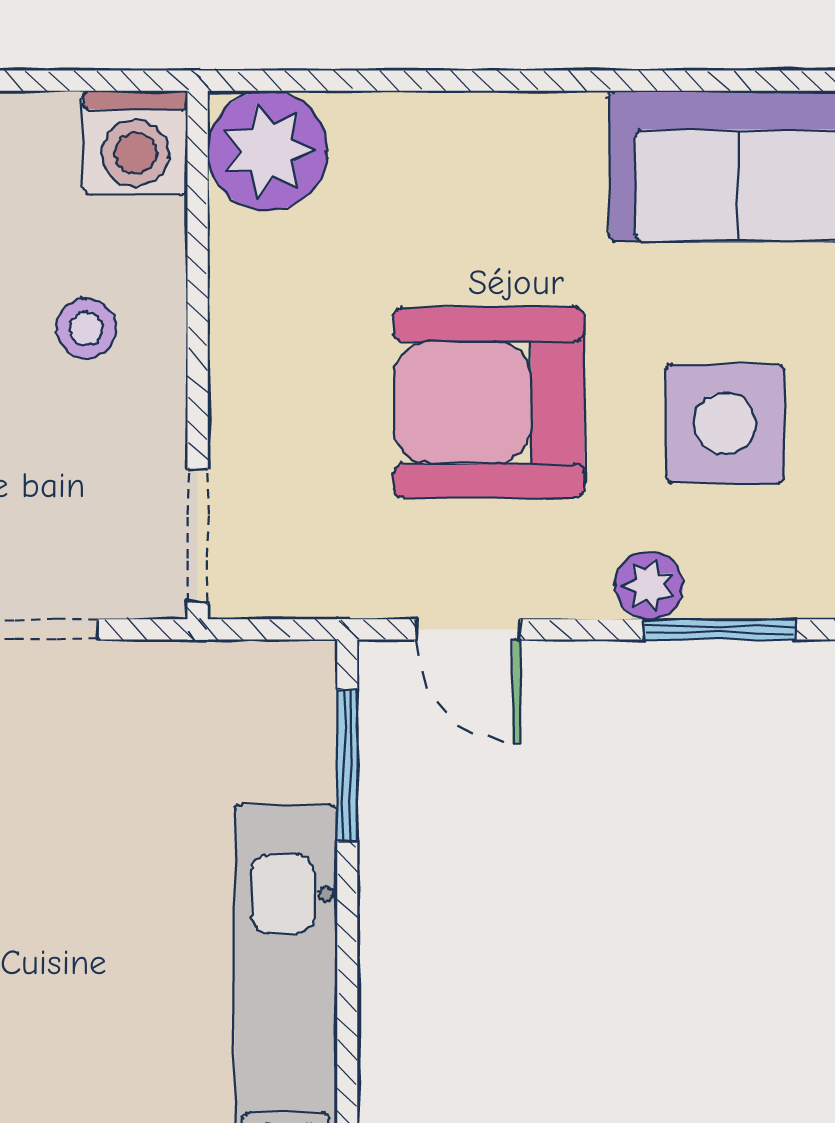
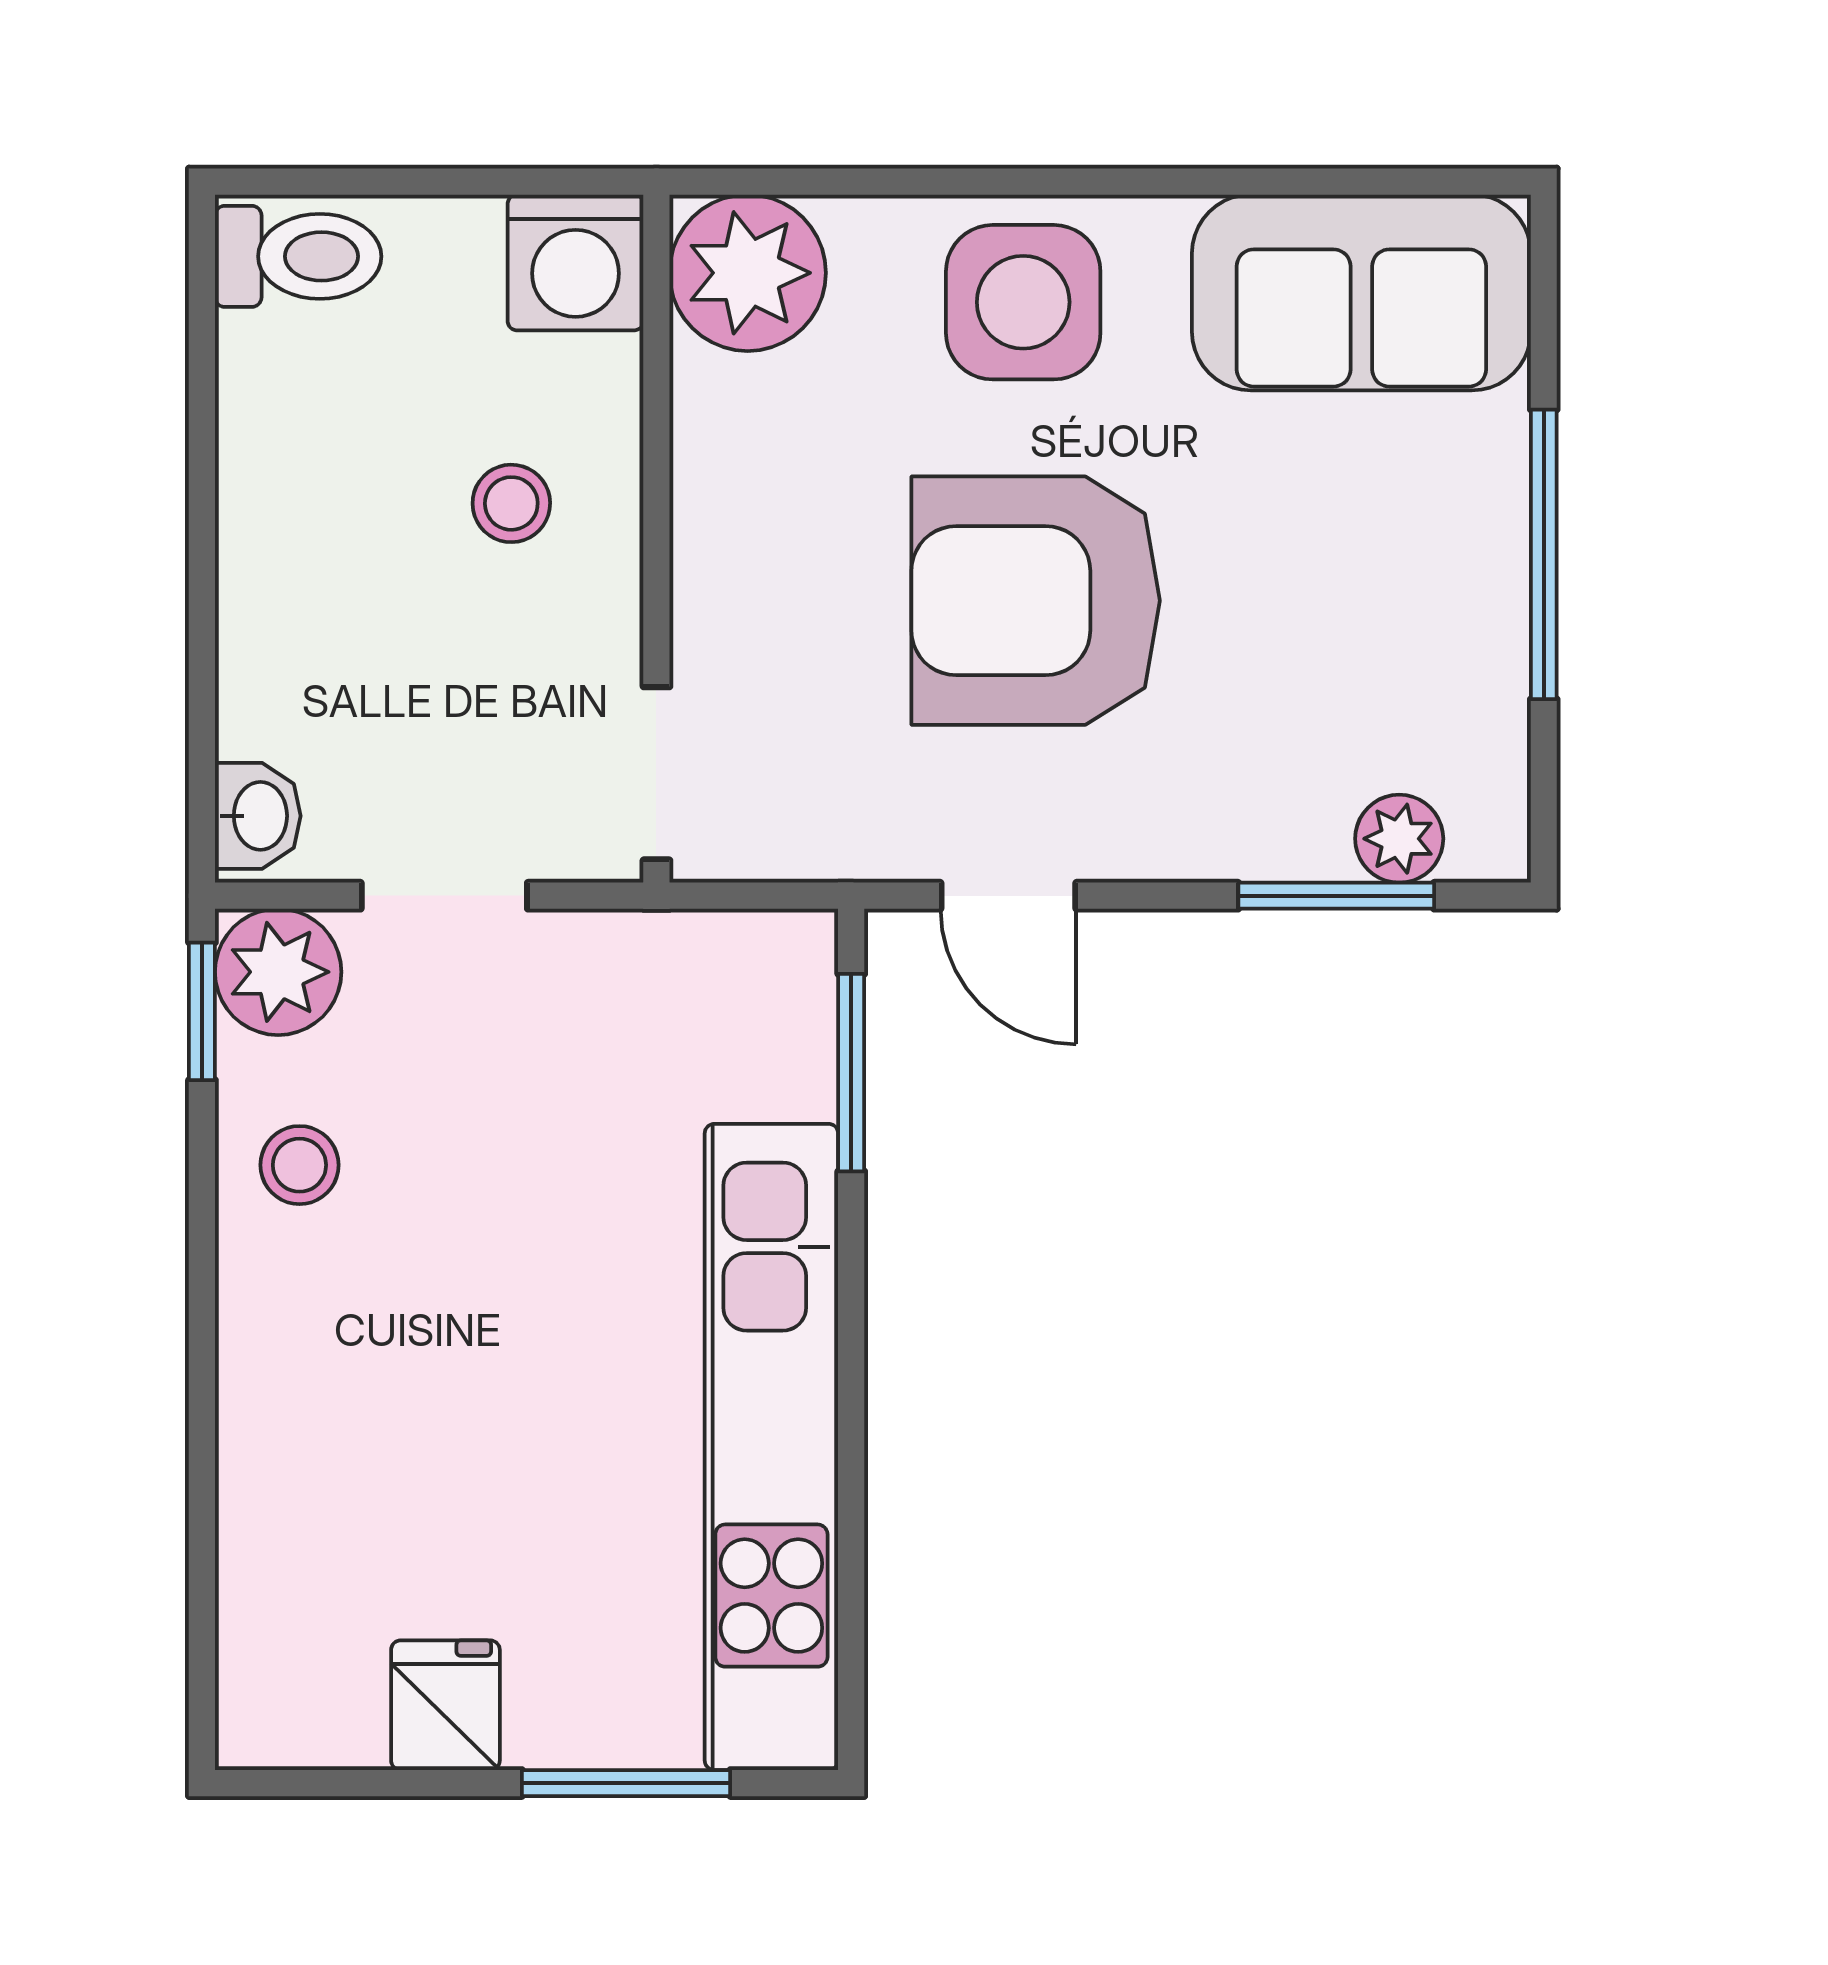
side table: (725, 423) -> (1023, 302), moved
plant: (649, 586) -> (1399, 839), moved

